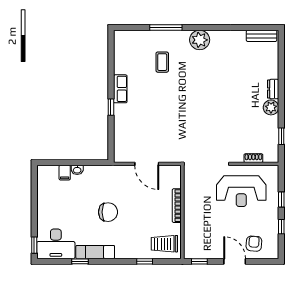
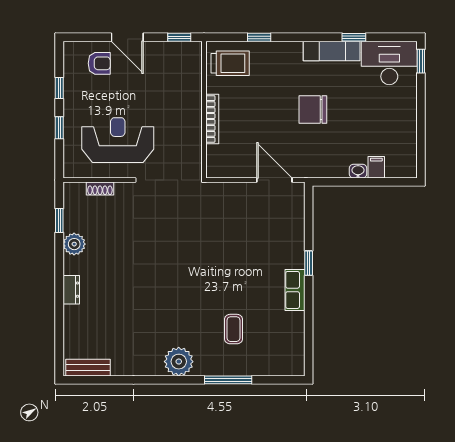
plant: (271, 107) -> (74, 244), moved
door: (147, 164) -> (274, 180), moved
armchair: (254, 244) -> (99, 63), turned -94

